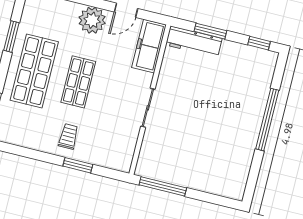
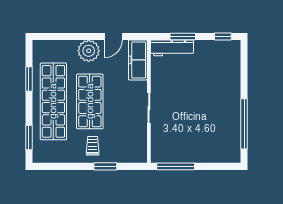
shop shelf: (34, 71) -> (53, 101), width x1.40
shop shelf: (78, 82) -> (90, 101), width x1.43, depth x1.36
window: (267, 120) -> (244, 124), moved

